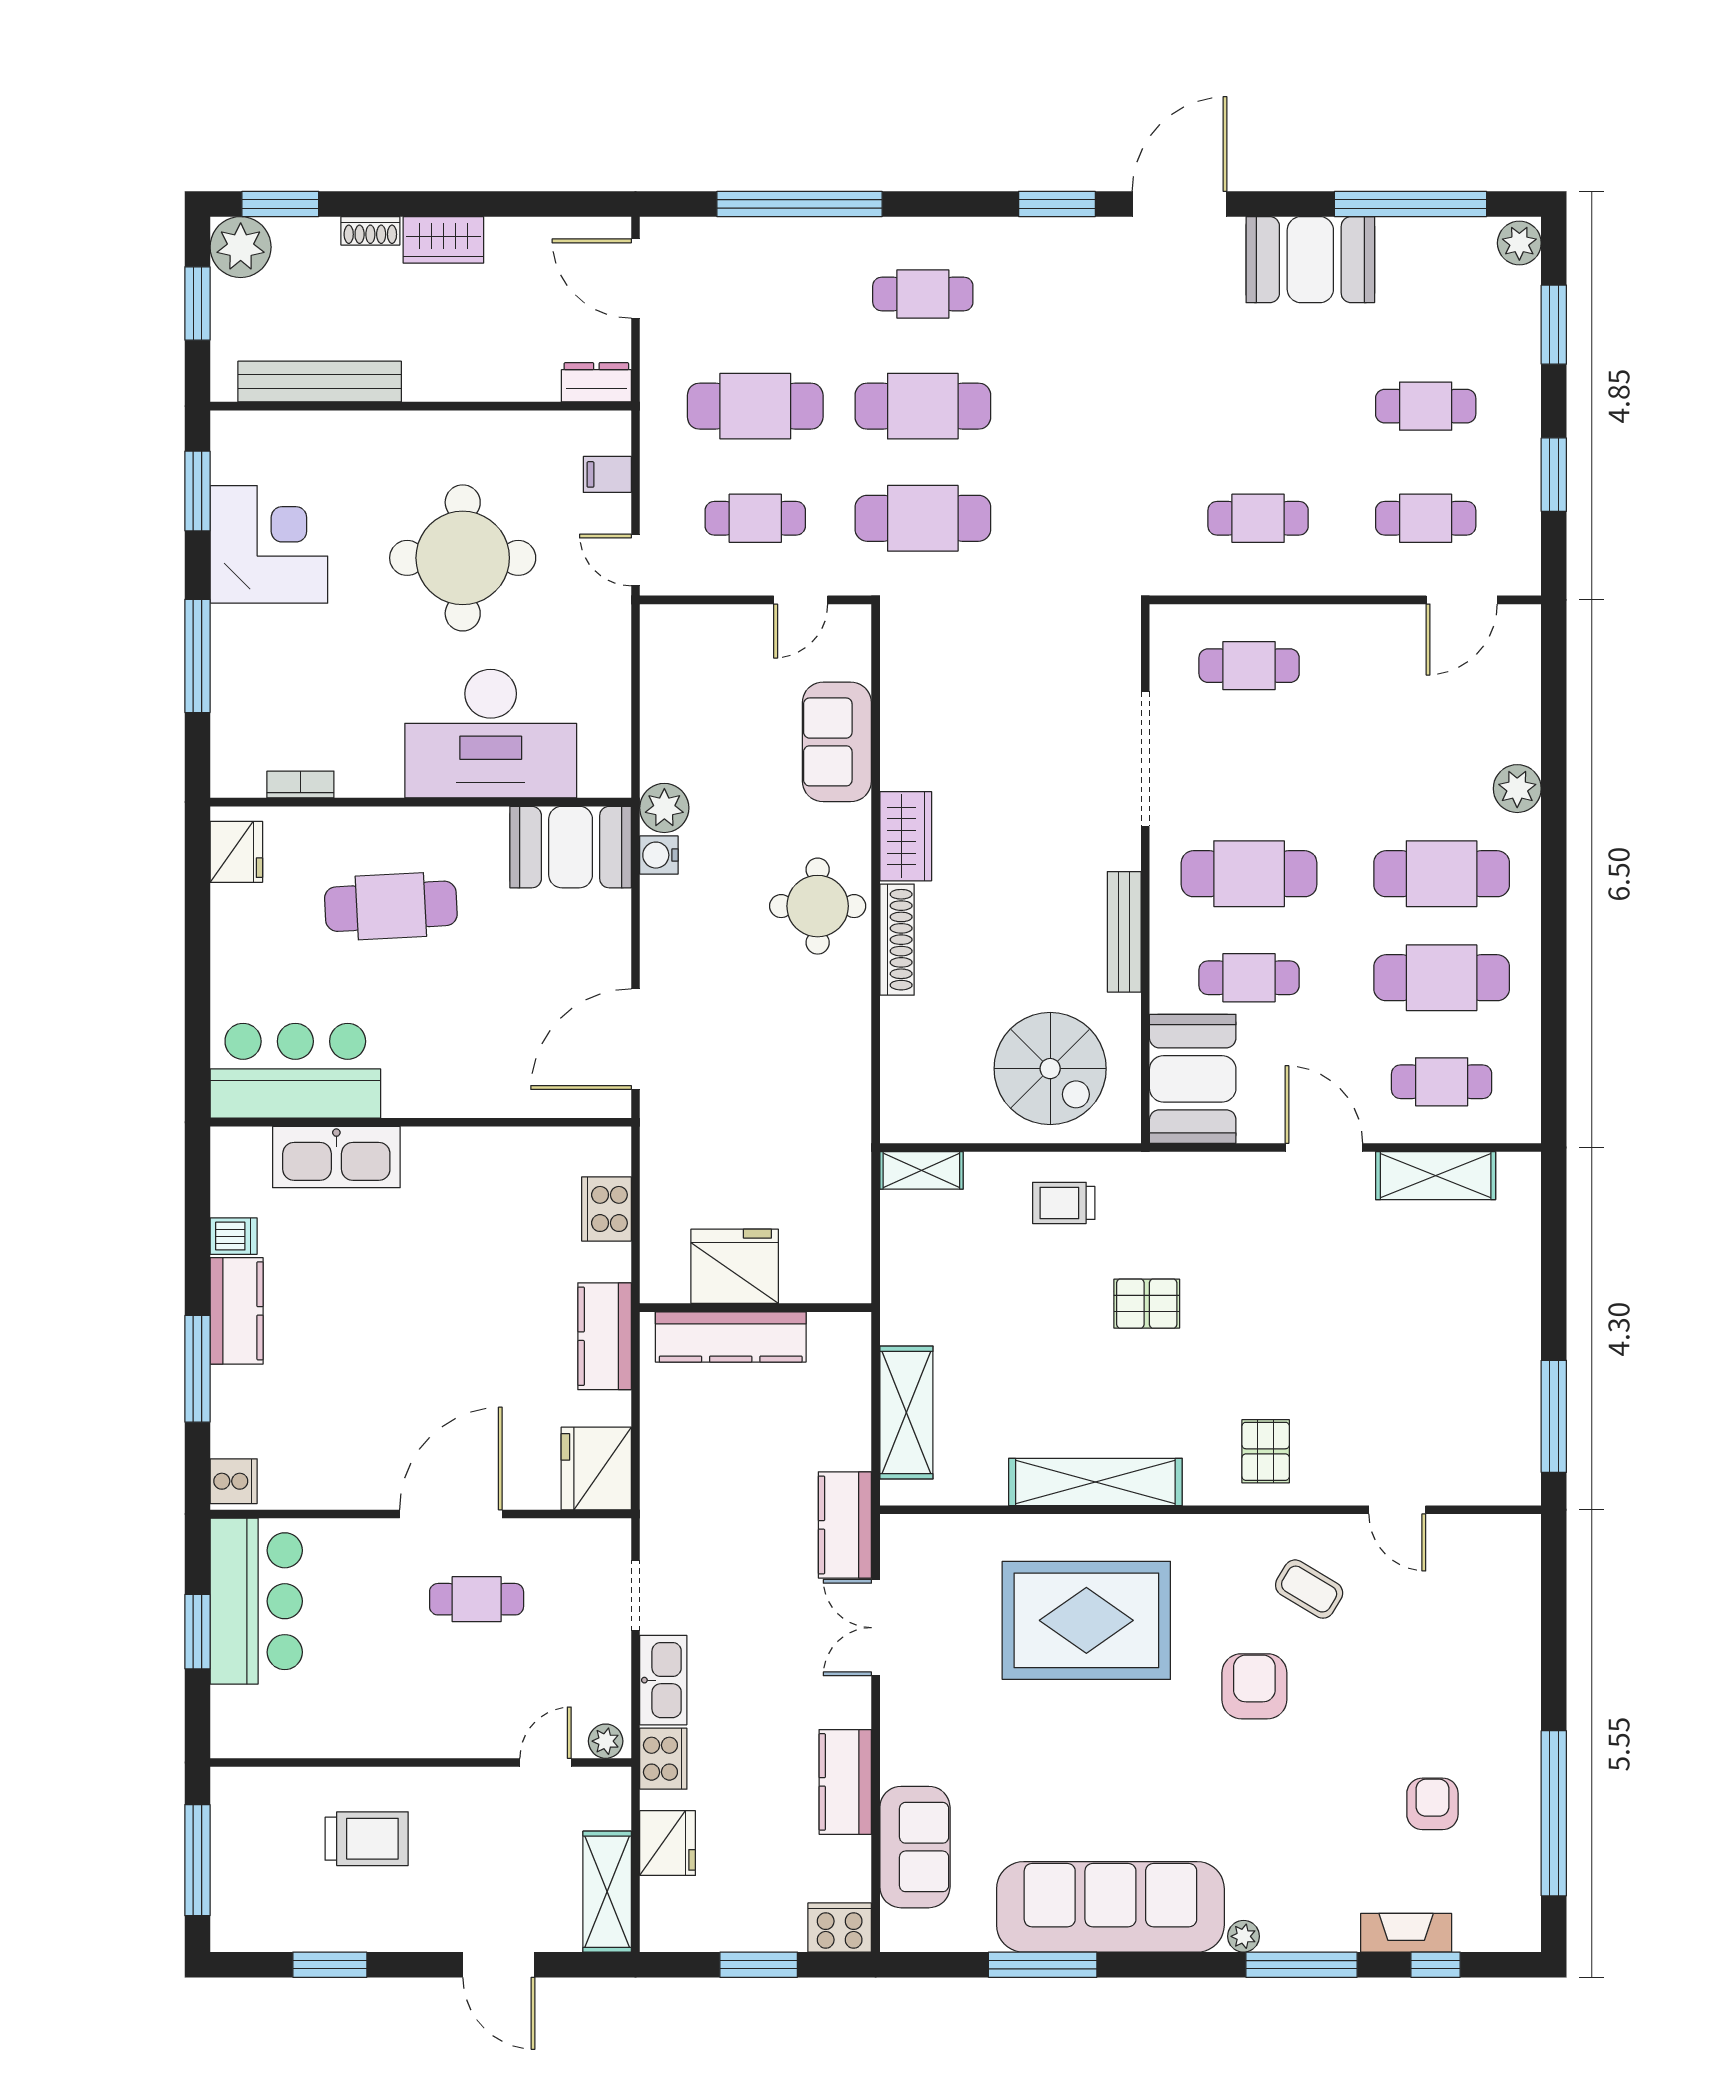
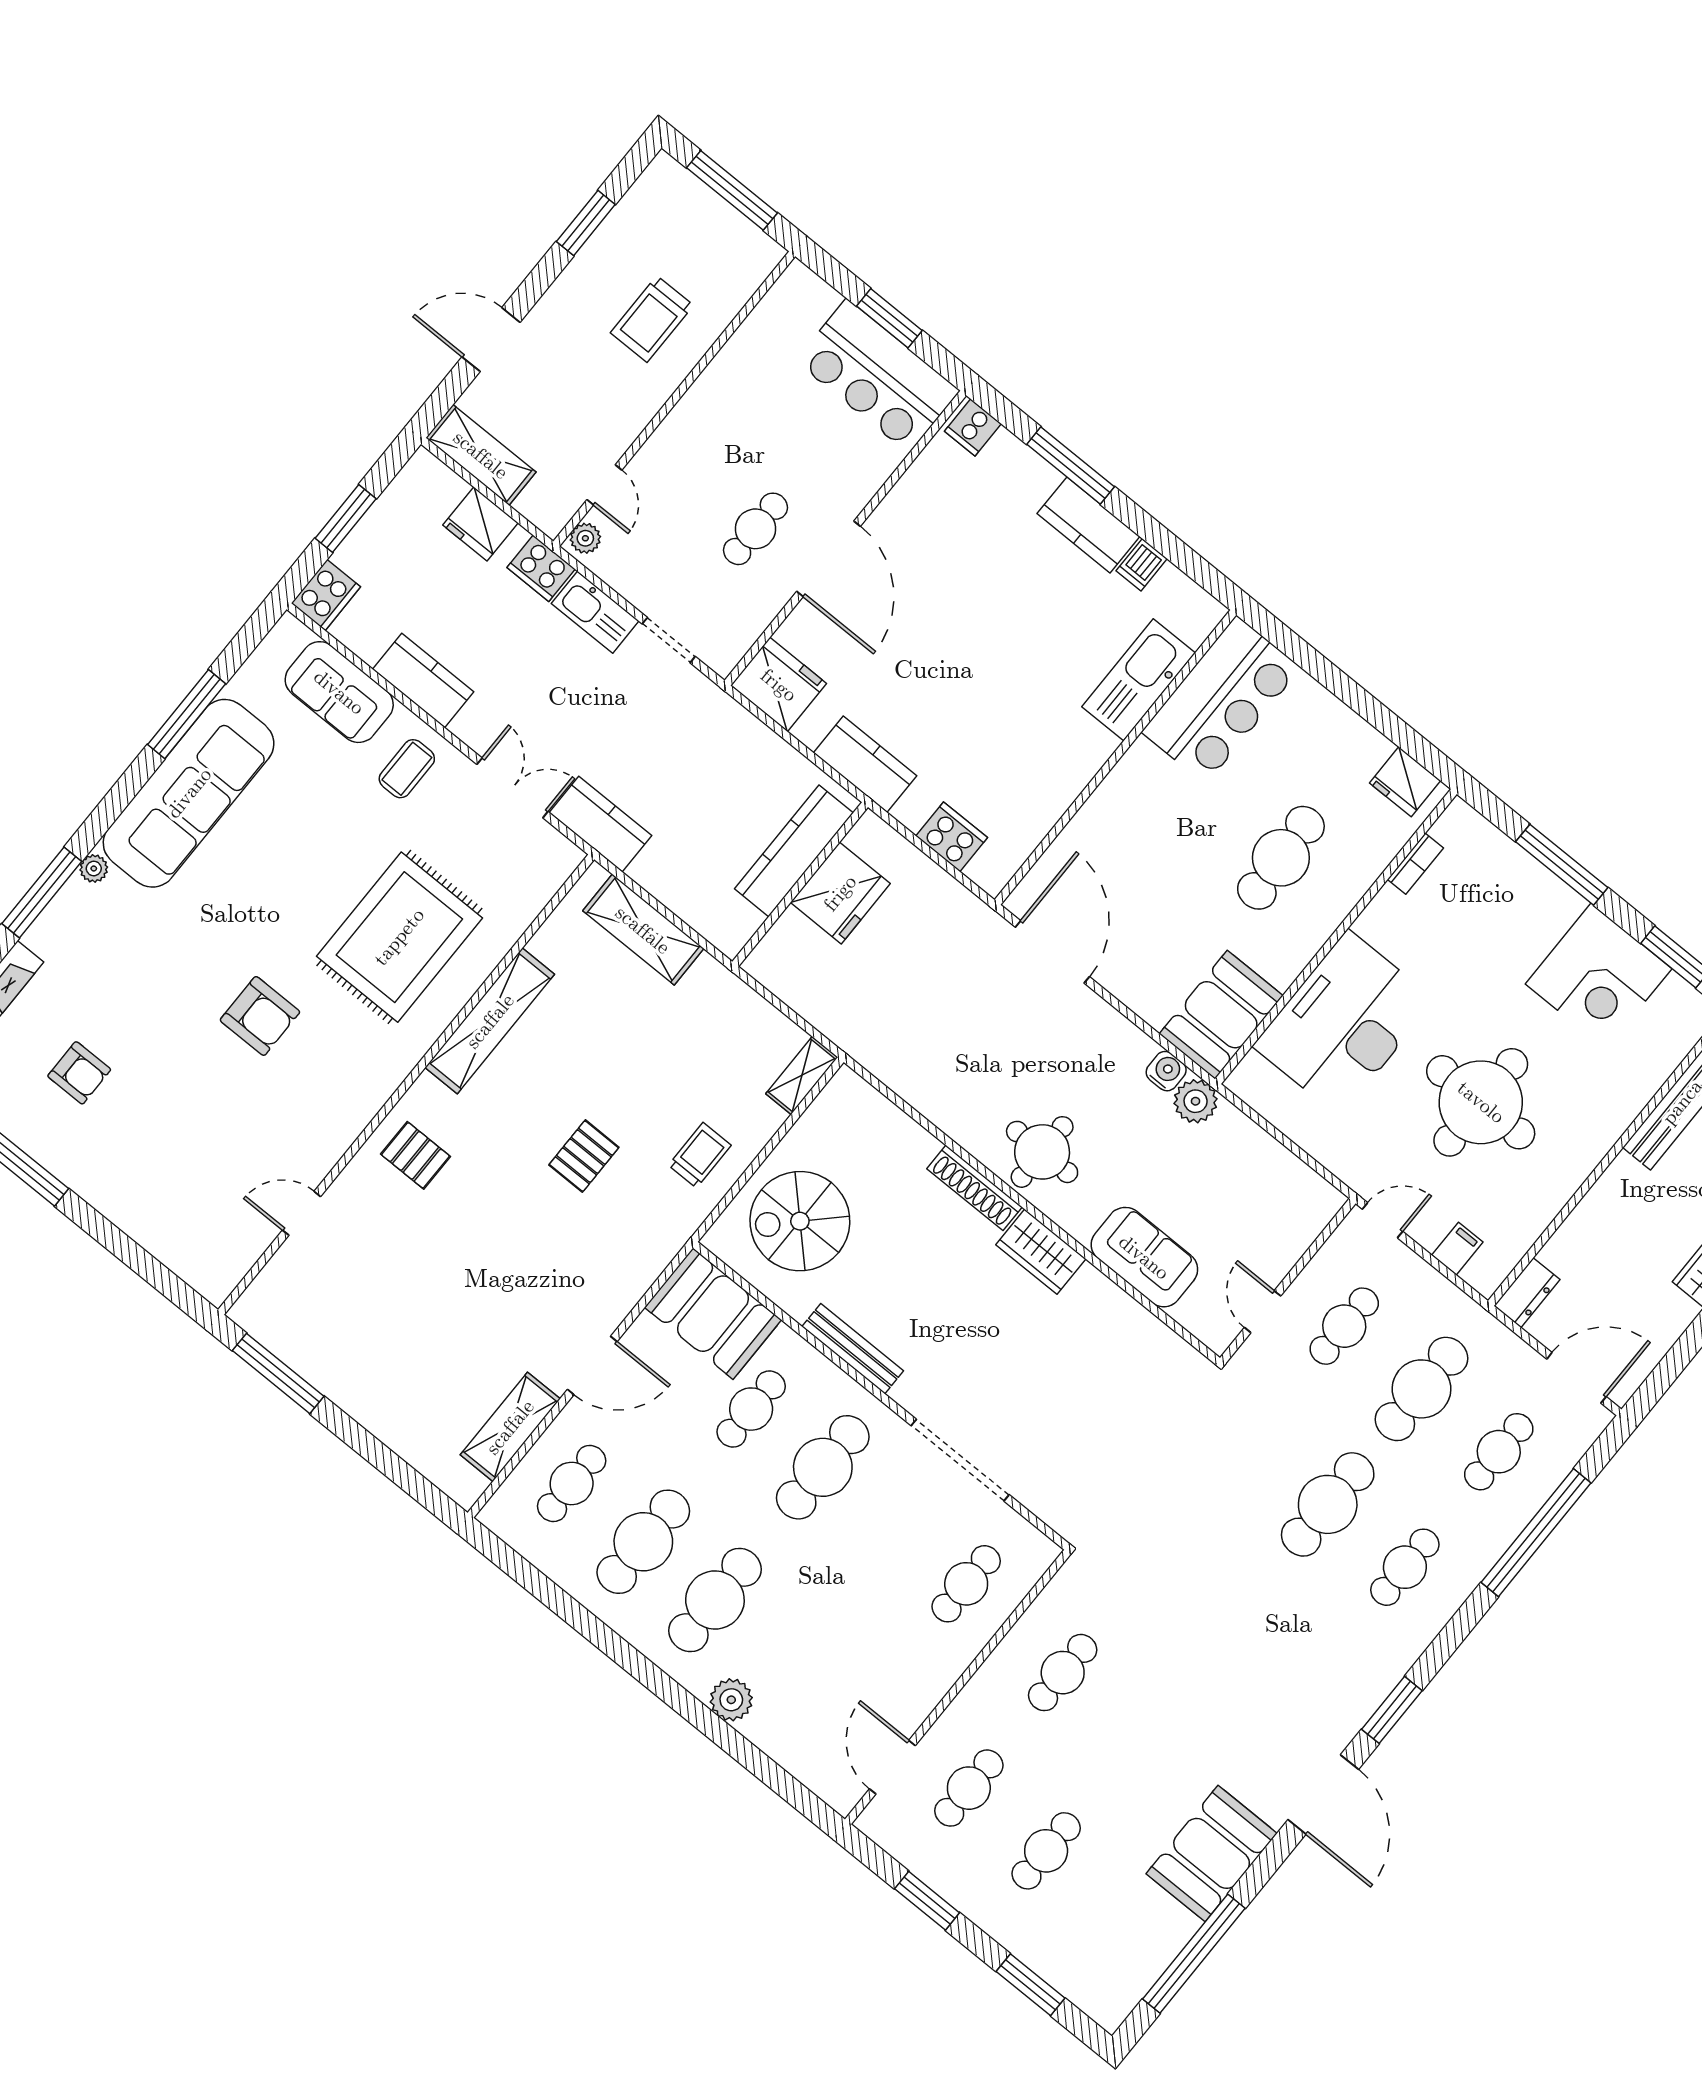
plant: (1519, 243) -> (1106, 2007), removed
cafe table: (923, 518) -> (1499, 1452), moved, width x0.73, depth x0.74
coffee table: (1309, 1589) -> (407, 769), moved, turned -31

